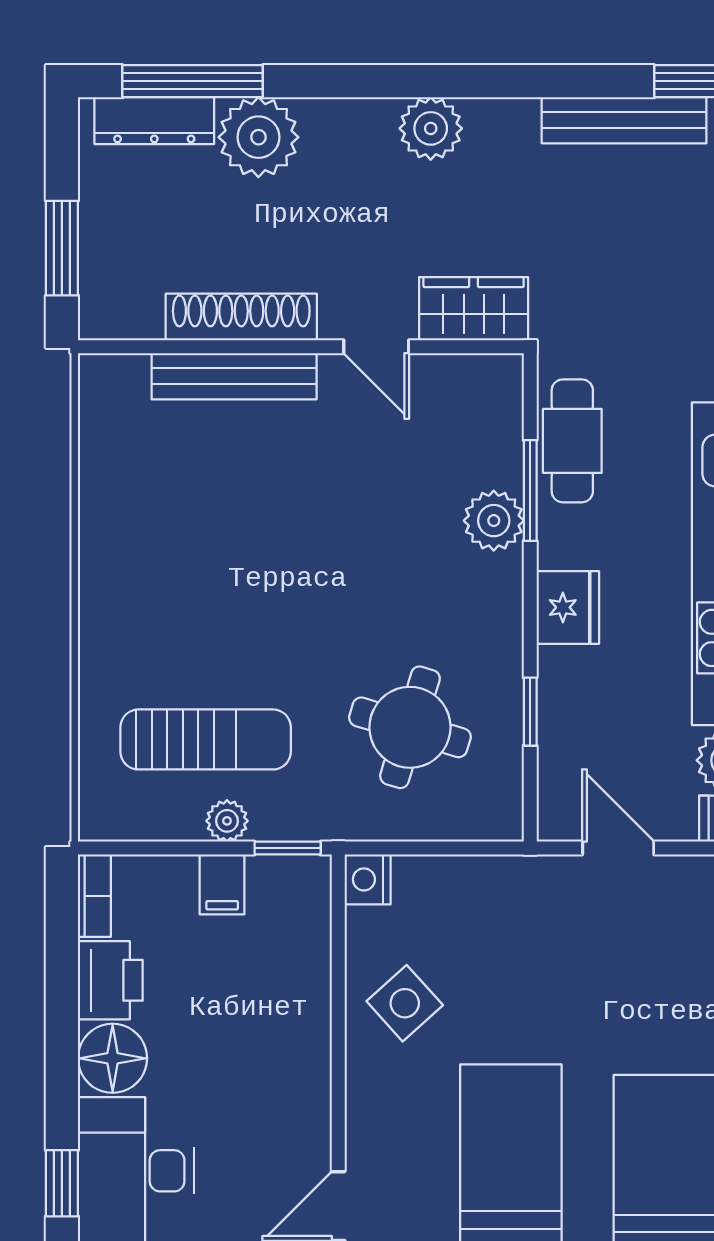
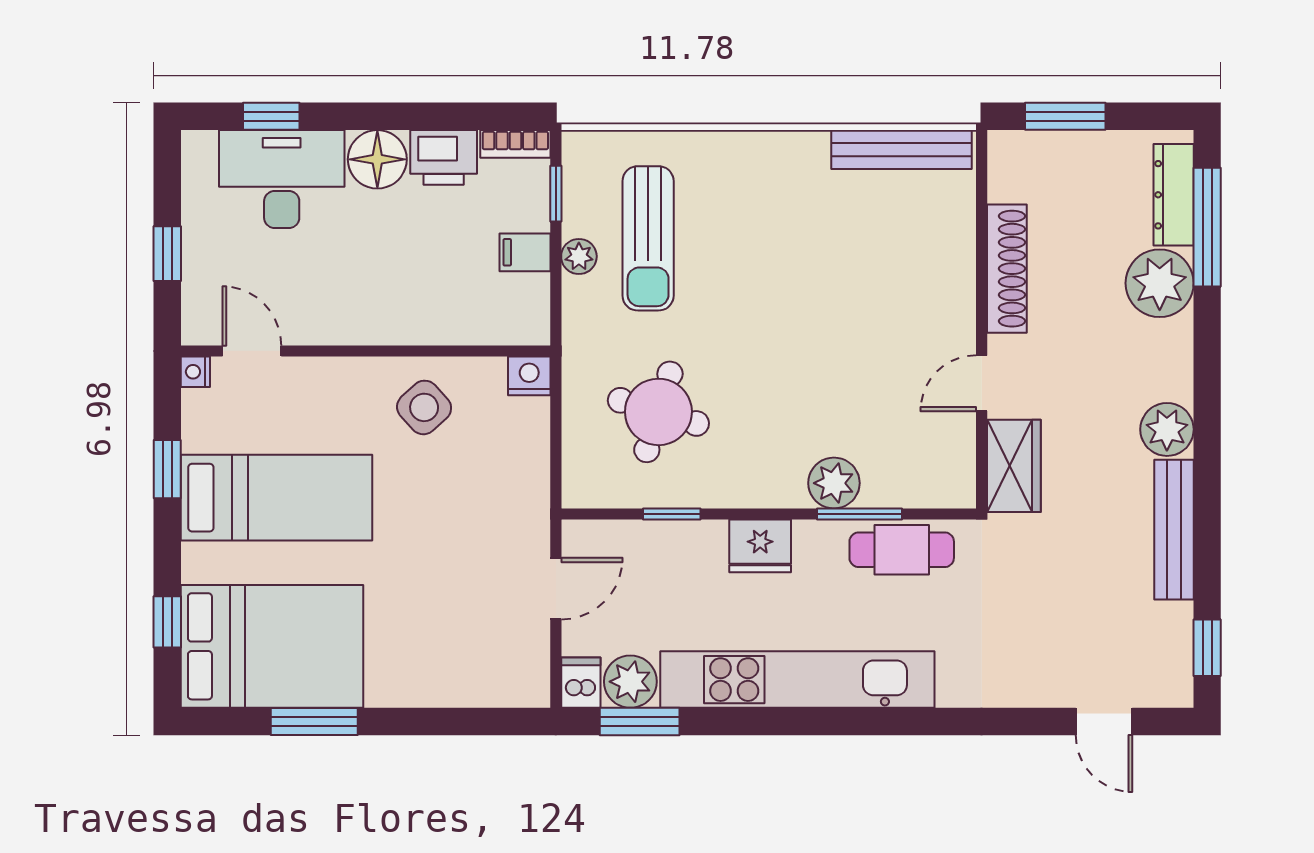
bench: (624, 120) -> (1174, 530), moved
bench: (234, 376) -> (901, 150), moved, turned 90
window: (288, 848) -> (556, 194), moved

